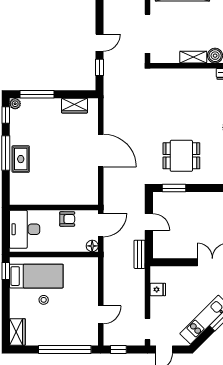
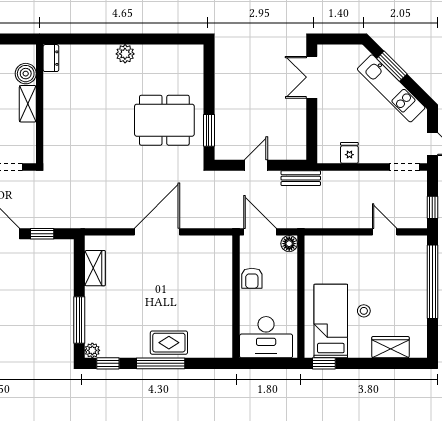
dining table: (181, 156) -> (164, 120), width x1.38
armchair: (67, 219) -> (252, 278), turned 180
wardrobe: (17, 332) -> (390, 347), moved

